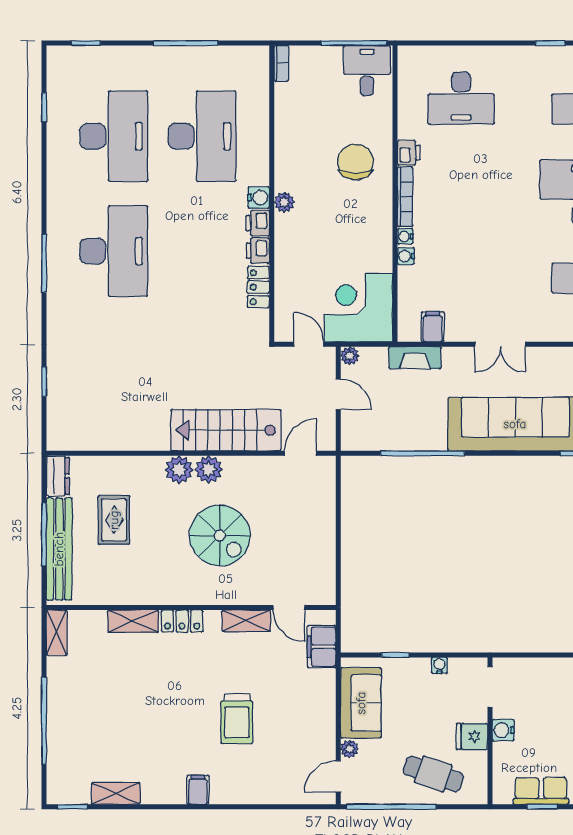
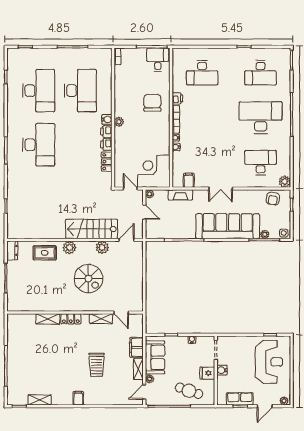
plant: (209, 469) -> (102, 247), moved
rug: (114, 520) -> (45, 253), moved, turned 90
bench: (59, 549) -> (13, 285), removed
shelving: (57, 633) -> (138, 369), moved
filing cabinet: (322, 647) -> (136, 347), moved

